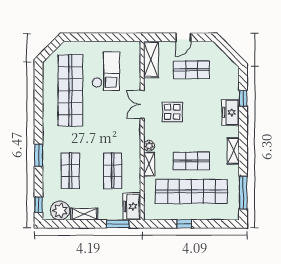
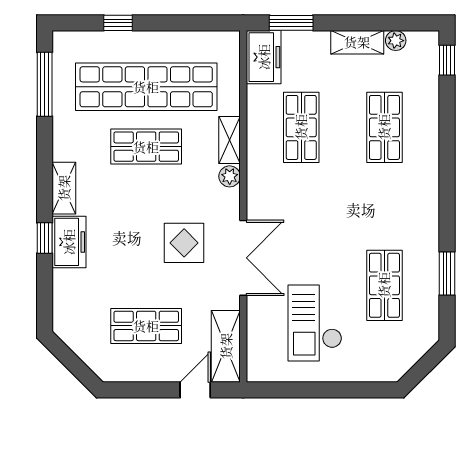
door: (183, 37) -> (195, 390), moved
shop shelf: (70, 90) -> (384, 285), width x0.50, depth x0.74
window: (243, 98) -> (45, 238), moved
double door: (142, 104) -> (243, 258), width x1.37
shelving: (233, 151) -> (64, 188), moved
window: (39, 155) -> (447, 273), moved
plant: (60, 210) -> (396, 41), width x0.53, depth x0.53
window: (184, 224) -> (118, 23), moved

